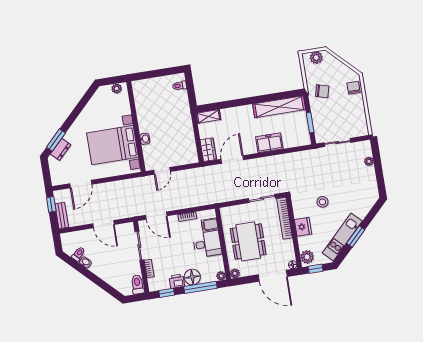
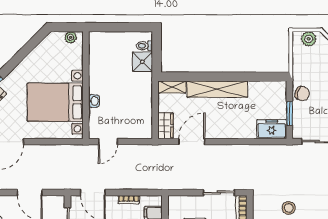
chair: (322, 91) -> (302, 93), moved
shower: (180, 99) -> (142, 62), added
shelving: (279, 107) -> (217, 89), moved
freezer: (269, 143) -> (272, 129), moved

